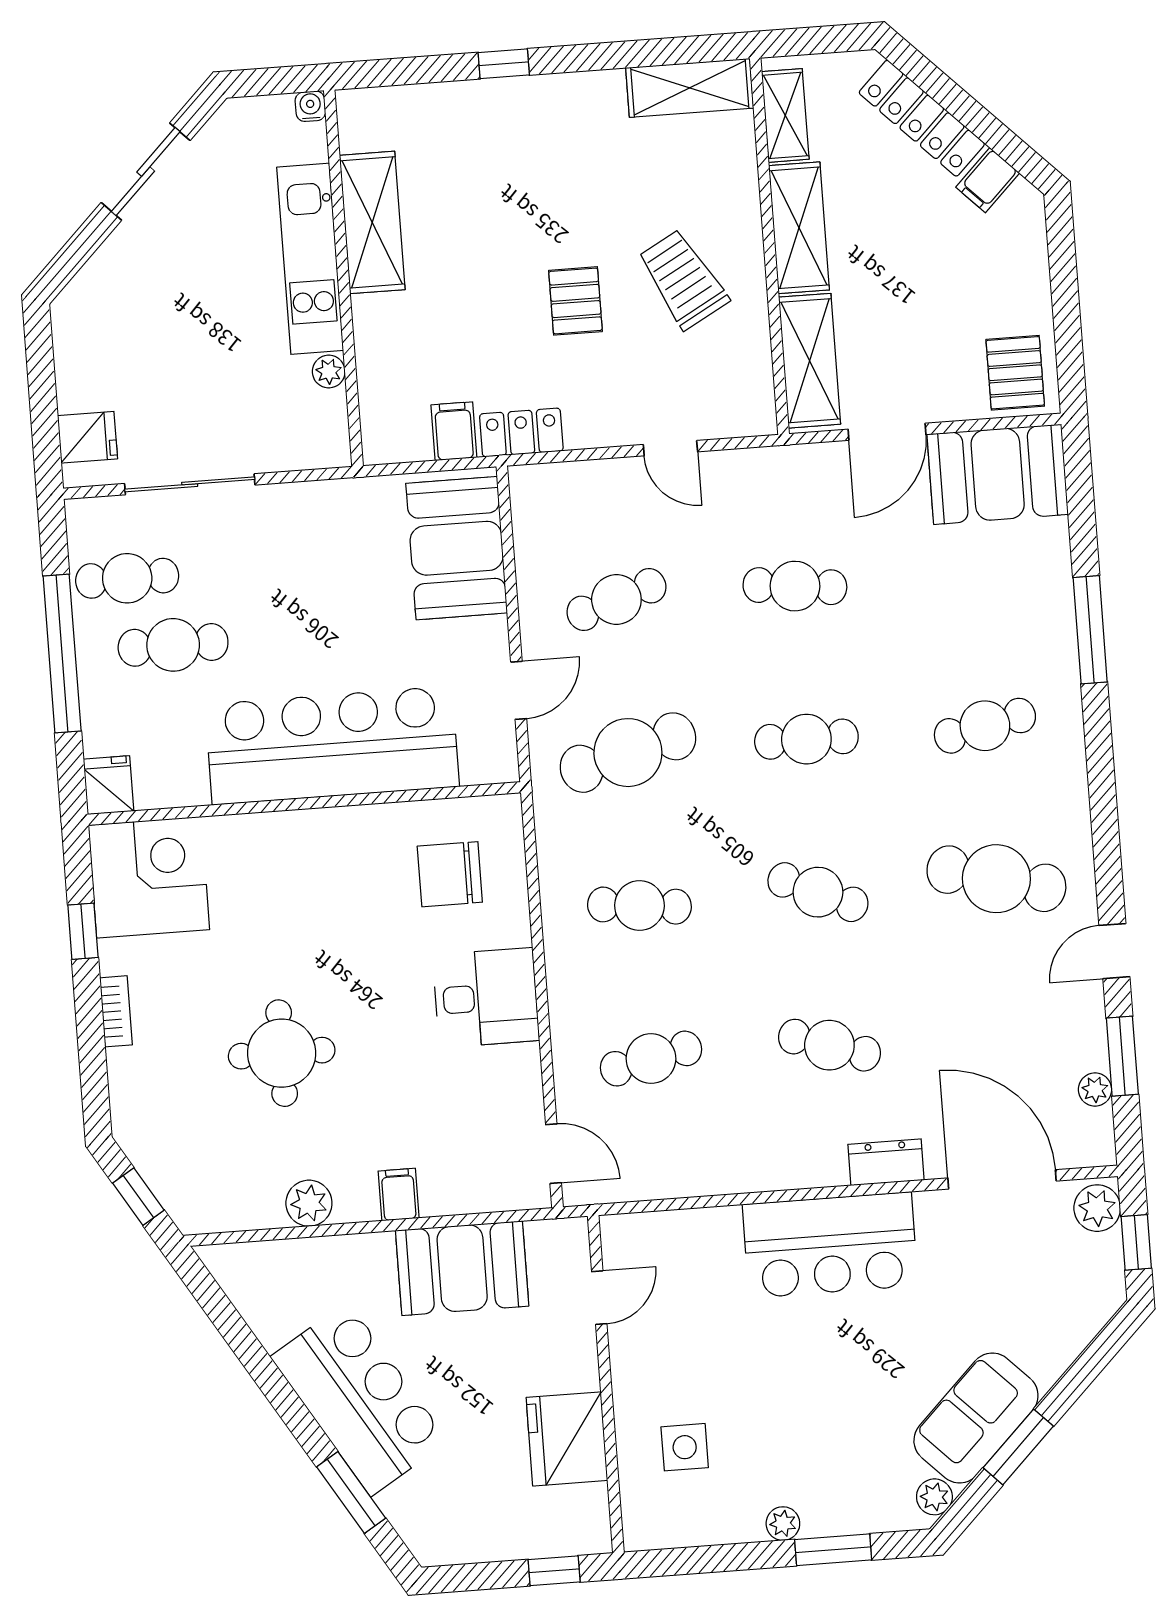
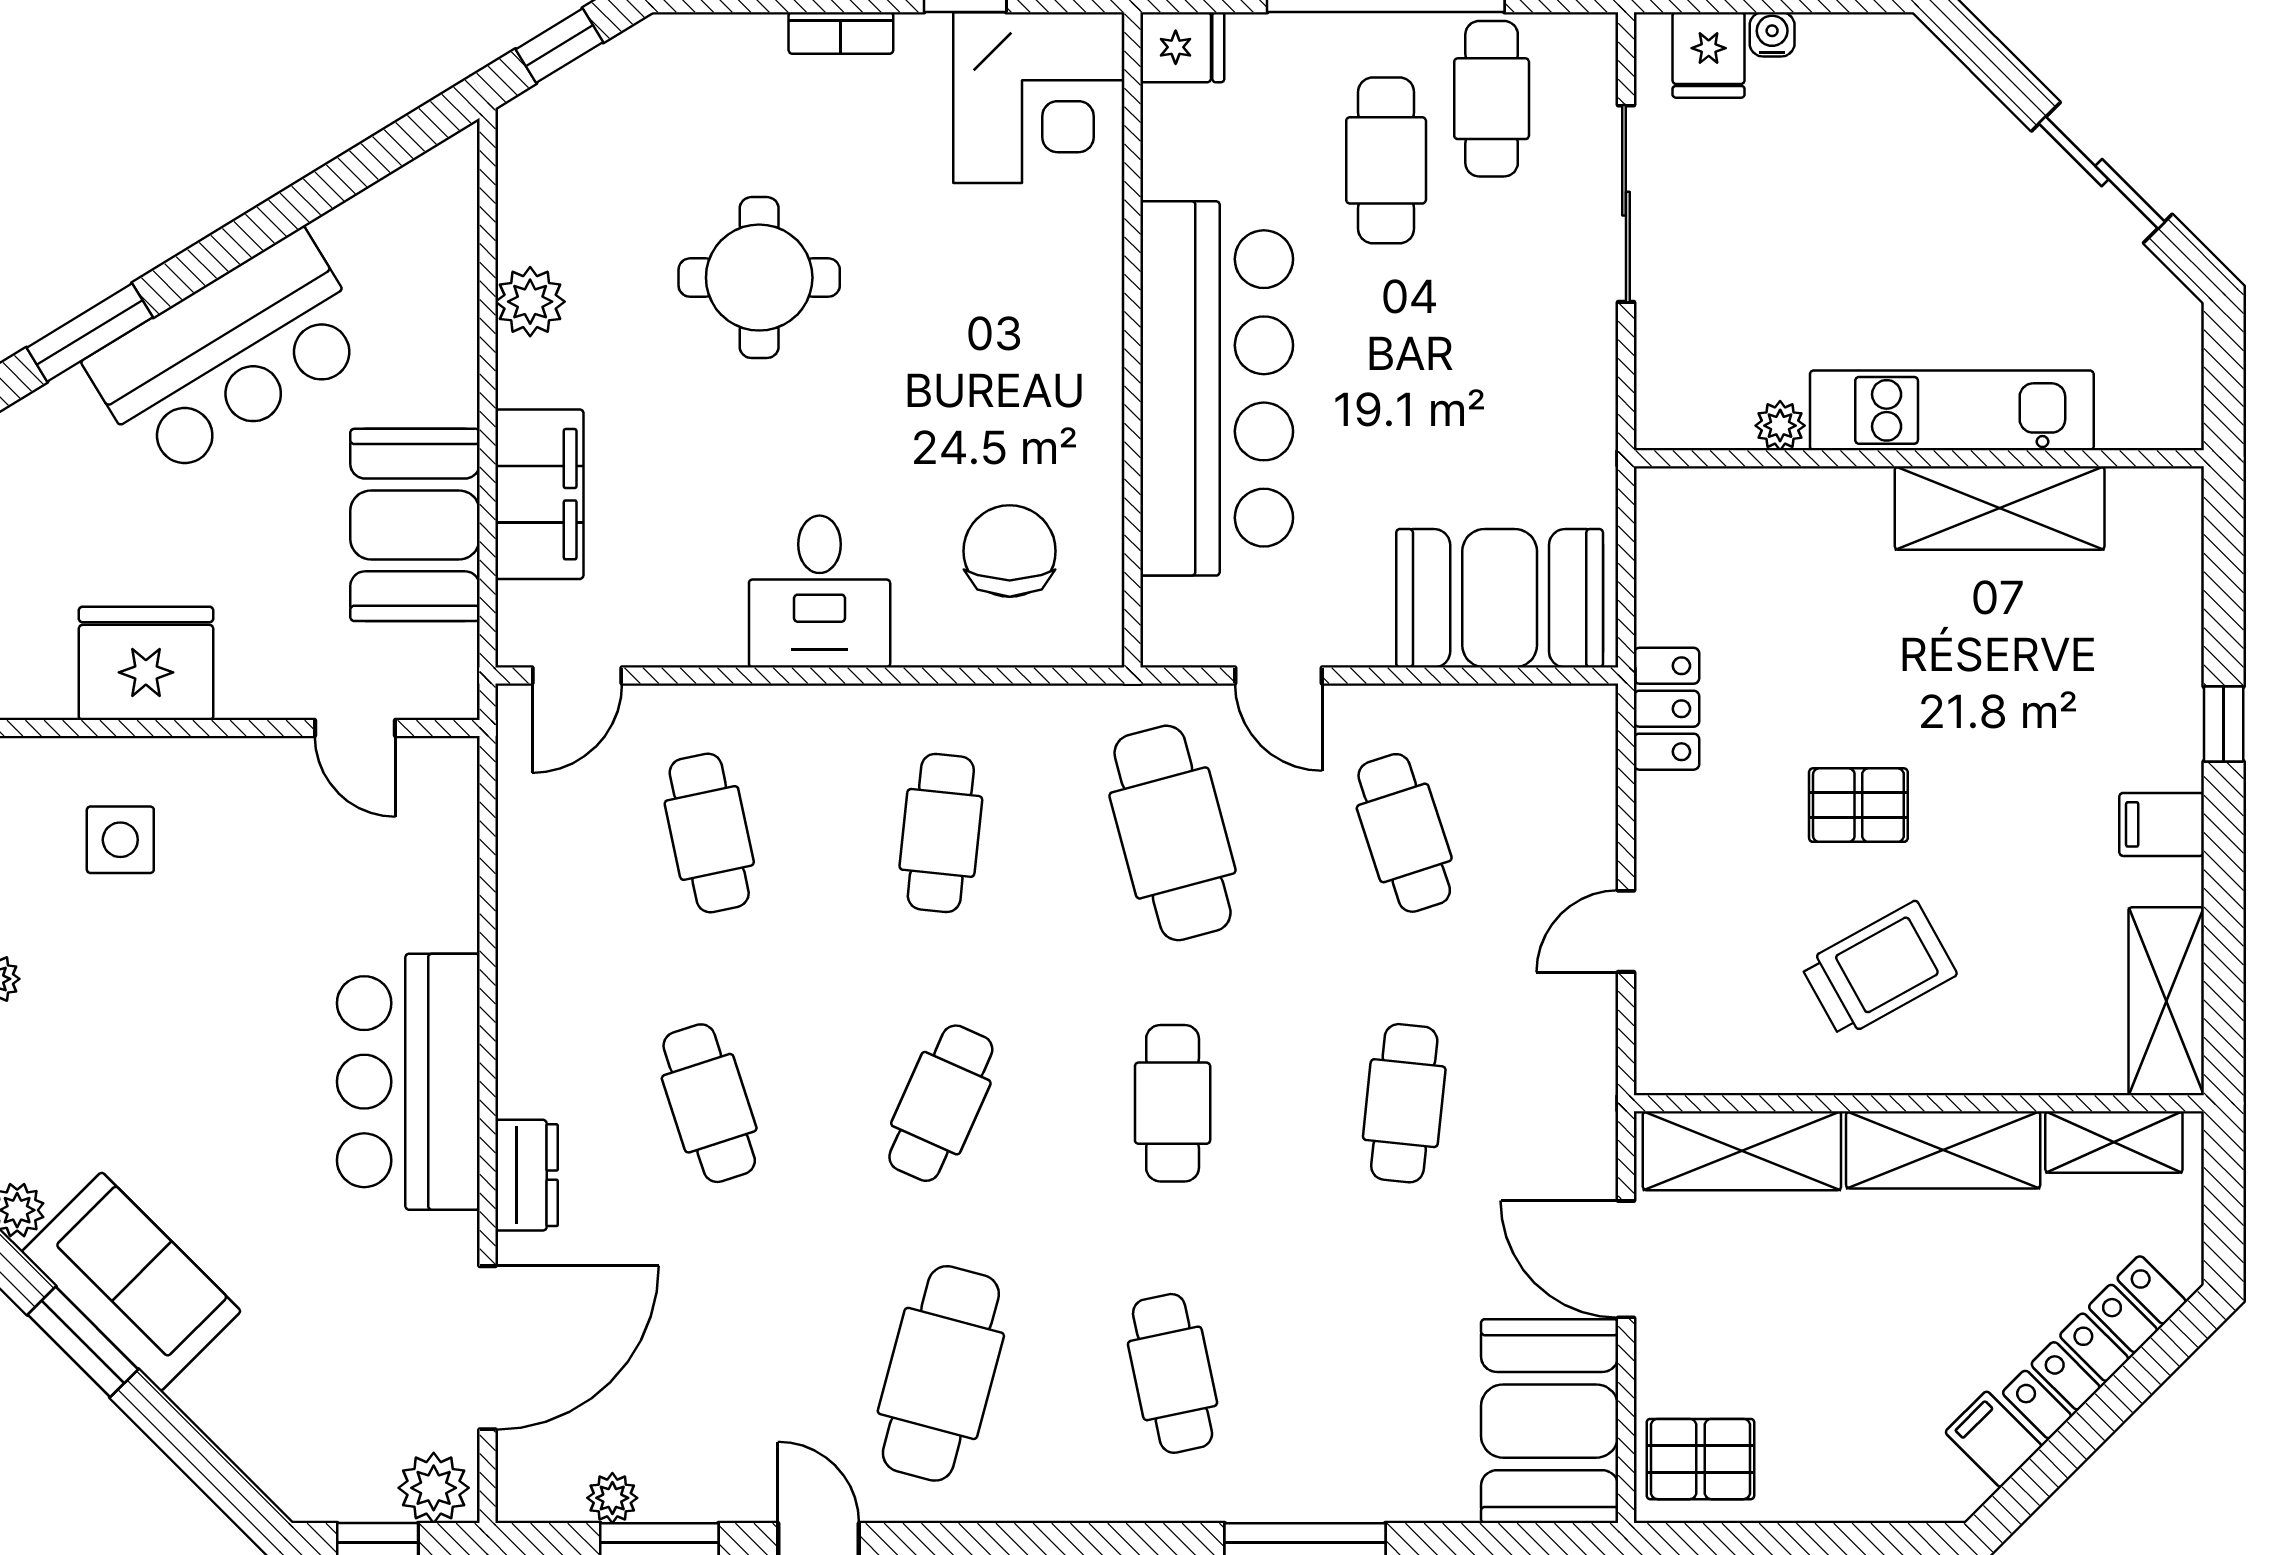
water cooler: (310, 106) -> (1772, 34), moved, turned -90
filing cabinet: (454, 431) -> (2162, 824), moved, turned 180
cafe table: (829, 1045) -> (709, 1103), turned -36
filing cabinet: (399, 1195) -> (539, 494), width x3.00, depth x1.17

